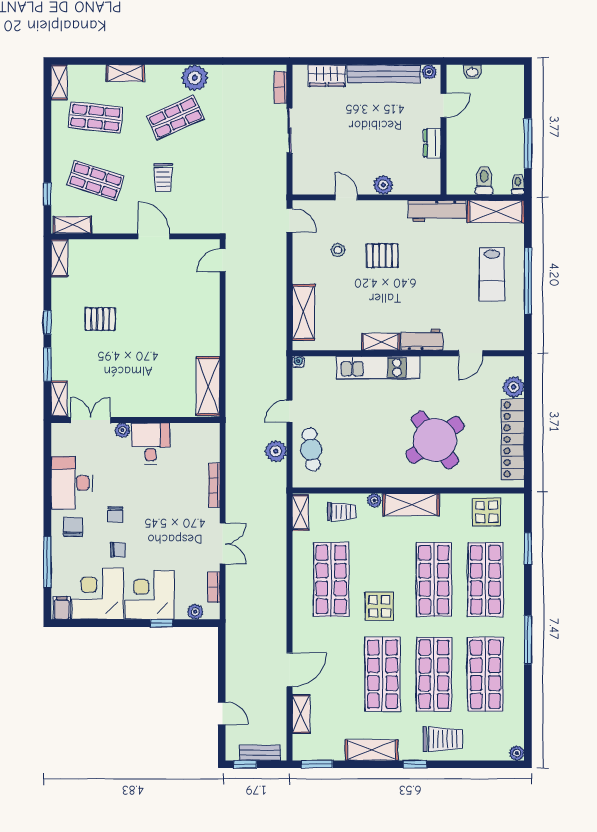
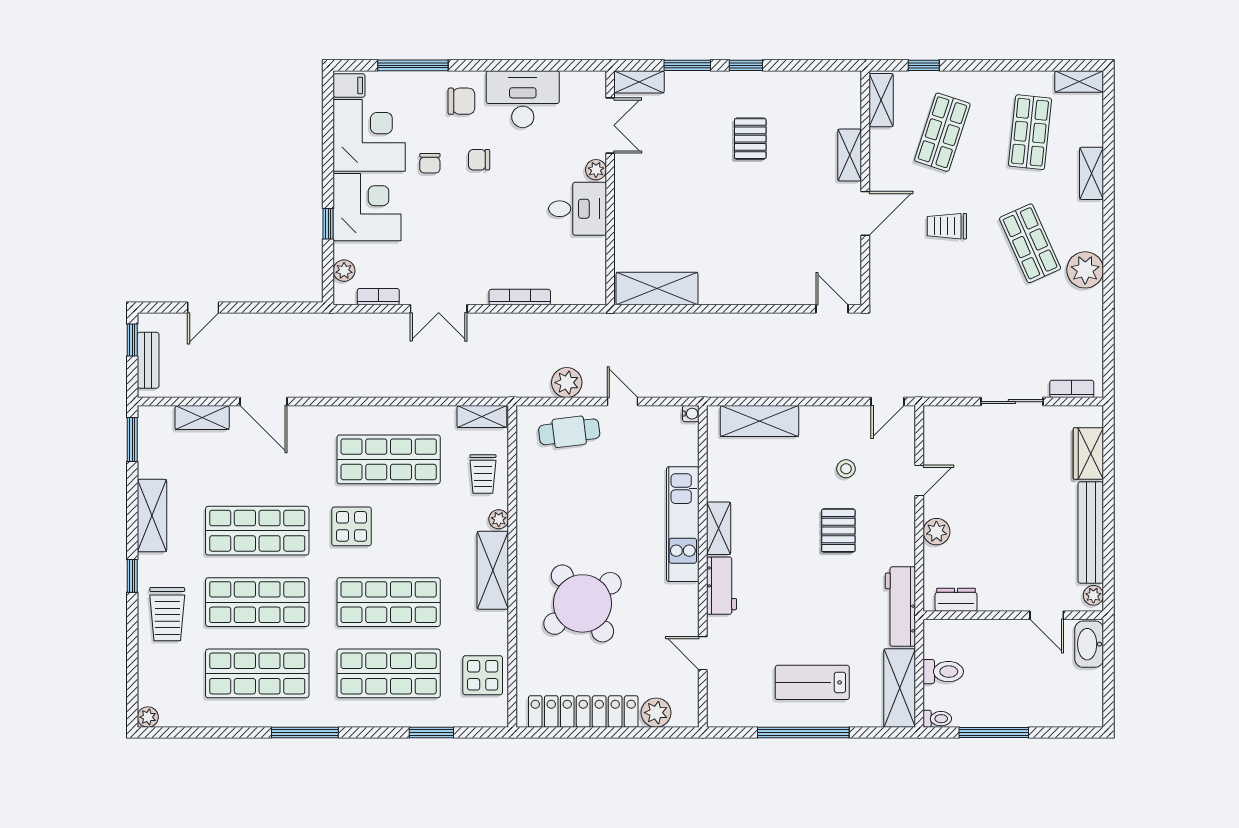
washbasin: (472, 72) -> (1089, 644), width x1.91, depth x1.45
dresser: (432, 143) -> (956, 600), moved
shelving: (60, 258) -> (850, 155), moved, turned 90

